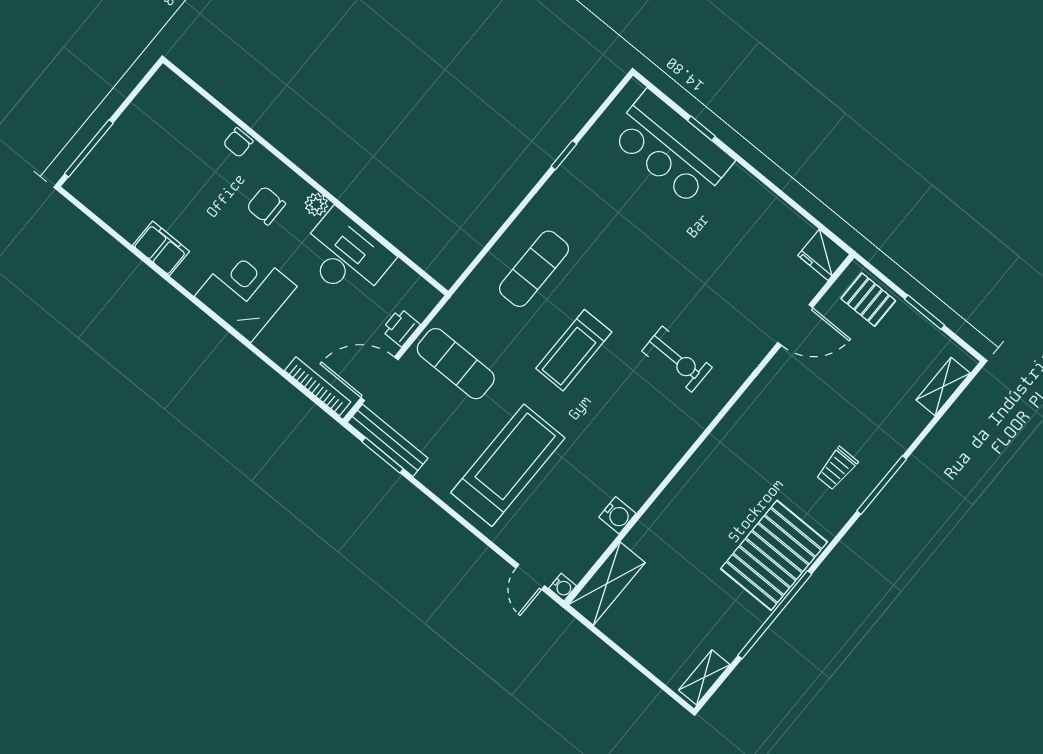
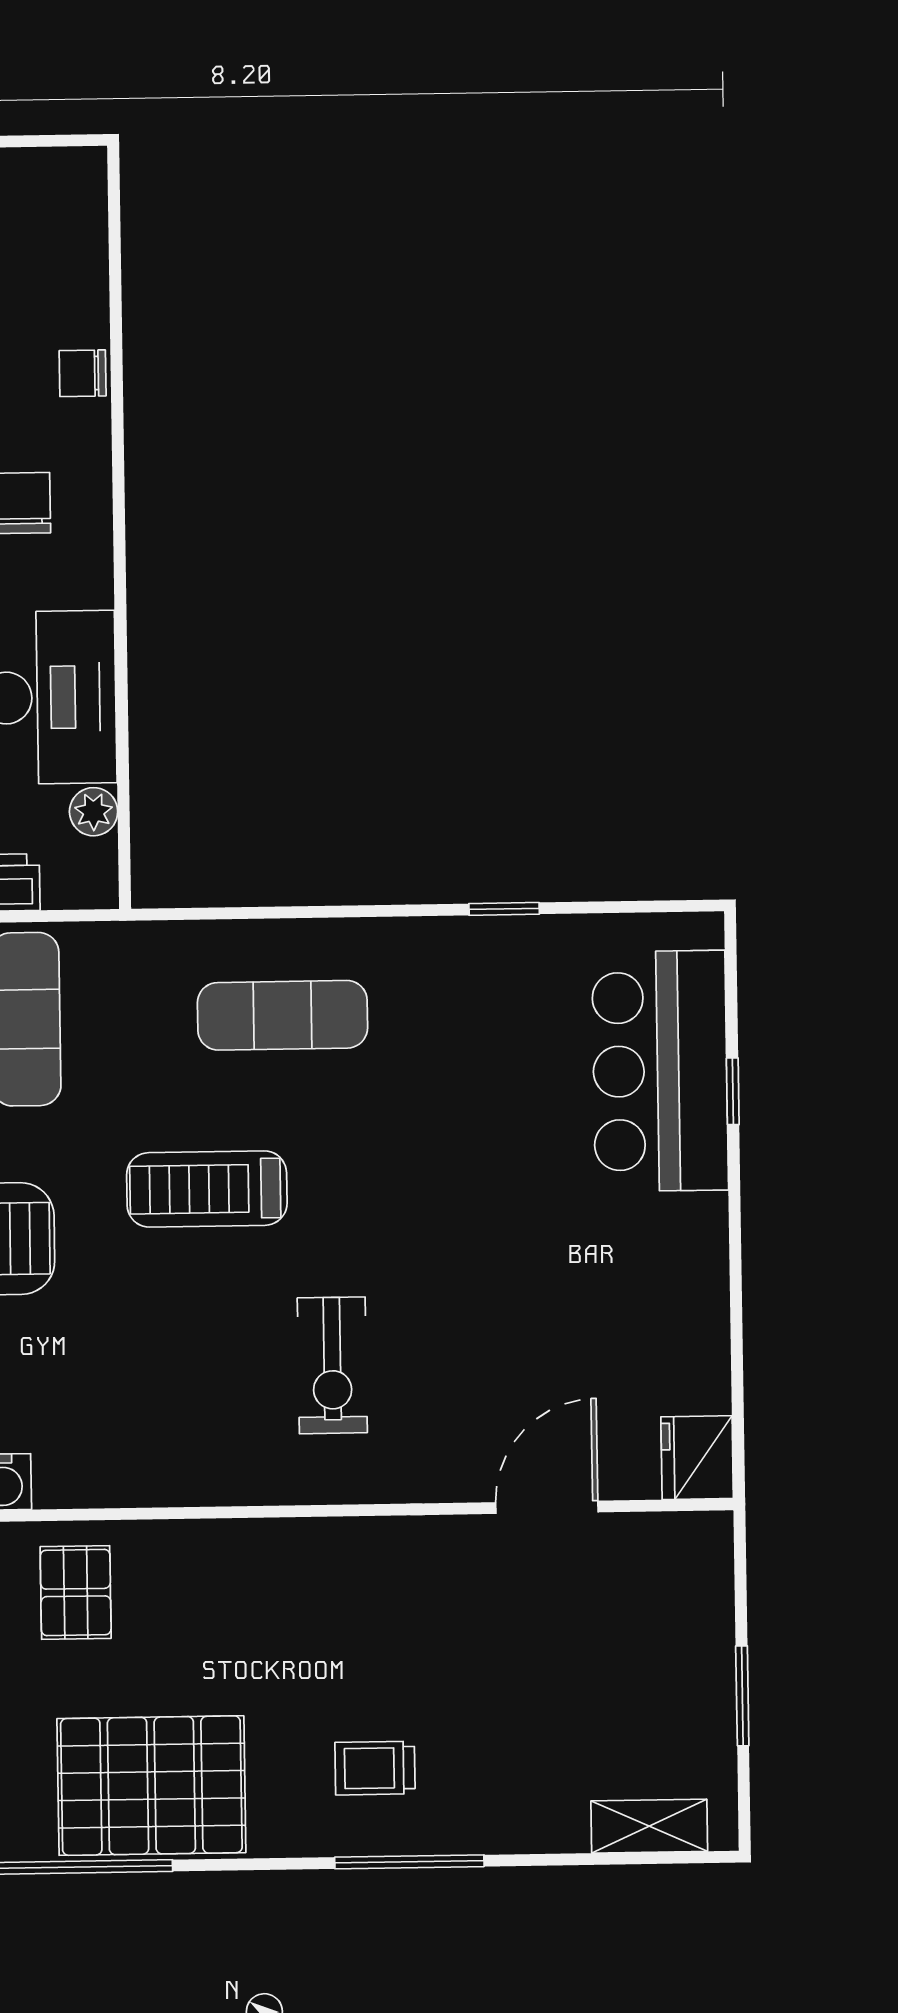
plant: (316, 204) -> (94, 812), moved
pallet: (868, 300) -> (76, 1592), moved
door: (795, 325) -> (547, 1507), swing flipped

